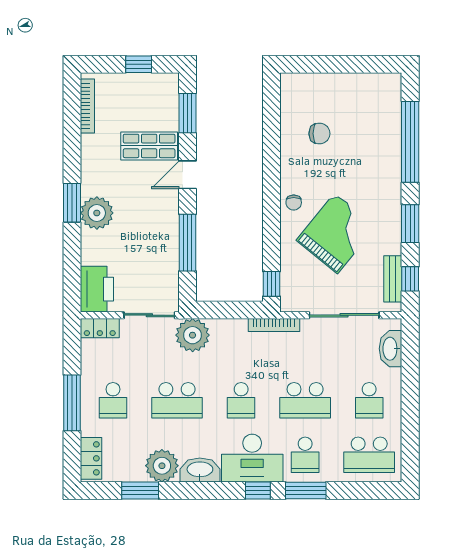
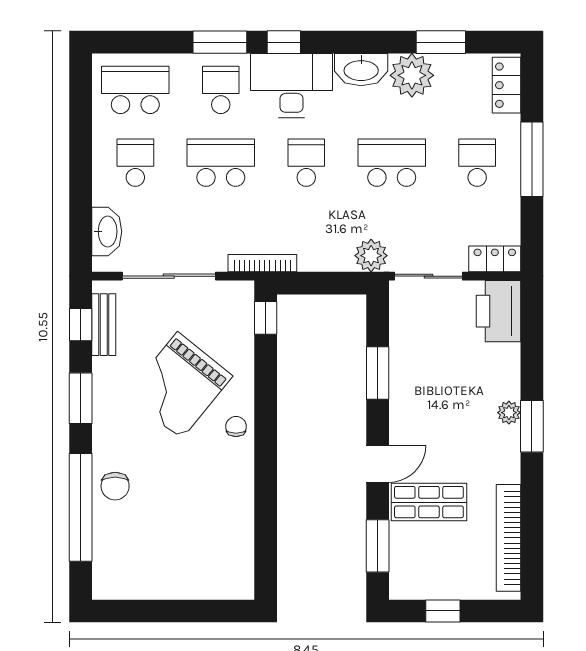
bookcase: (87, 106) -> (508, 538), width x1.48, depth x1.31
chair: (319, 134) -> (115, 486), moved, turned -90
plant: (97, 213) -> (509, 413), width x0.53, depth x0.53
window: (188, 243) -> (378, 373), width x0.69
plant: (193, 335) -> (371, 256), width x0.73, depth x0.73

